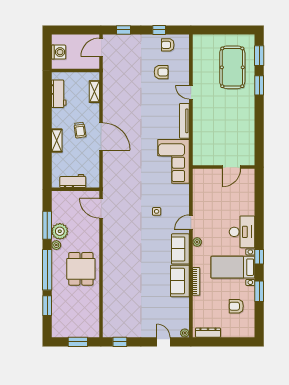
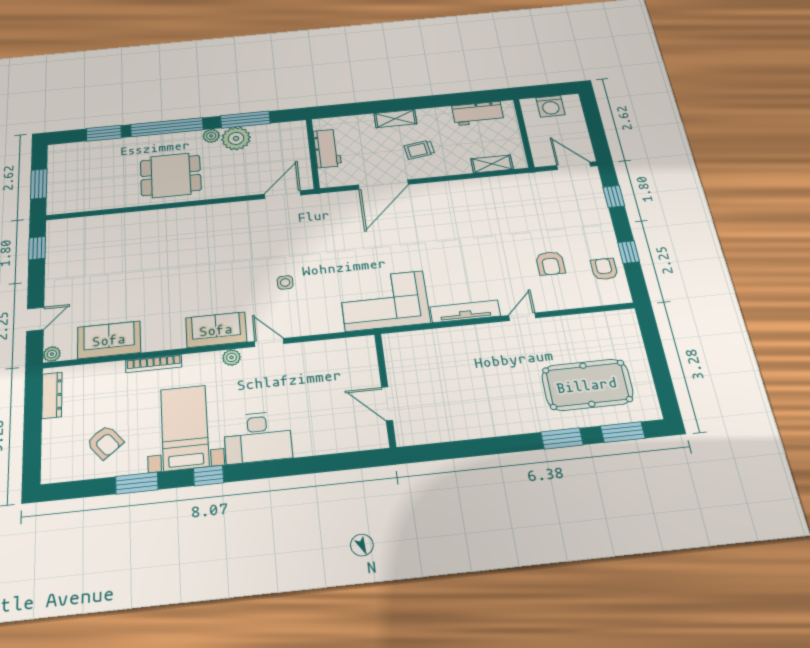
door: (101, 136) -> (383, 185), moved
sofa: (180, 281) -> (109, 340), moved
armchair: (236, 306) -> (105, 442), turned 141

